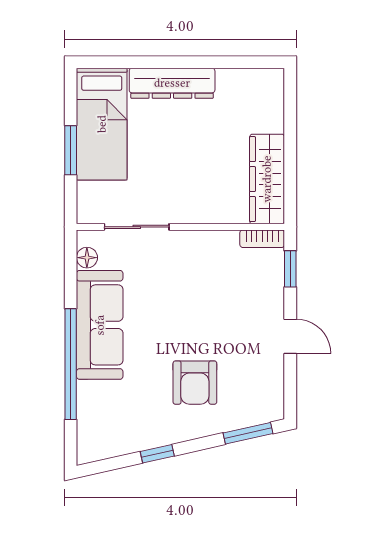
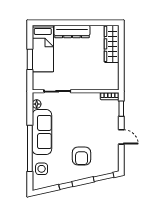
wardrobe: (267, 179) -> (112, 44), moved
side table: (99, 413) -> (42, 169), added

